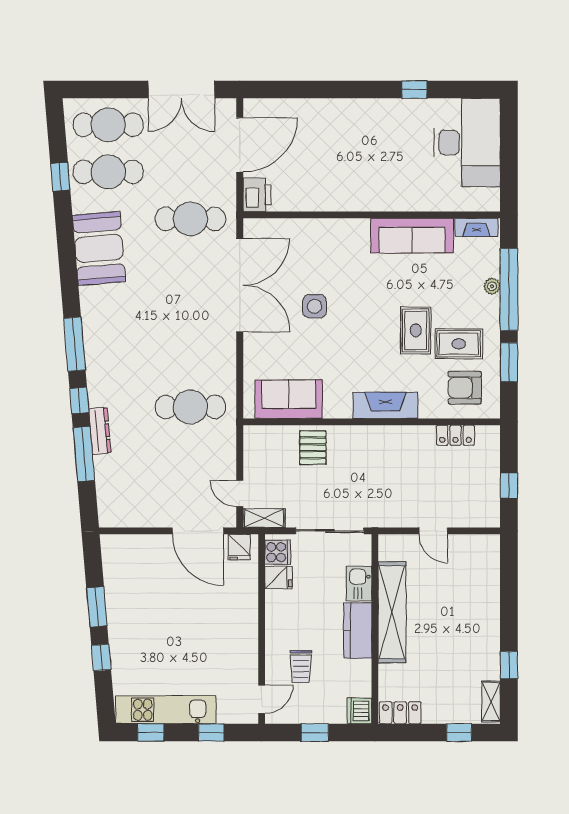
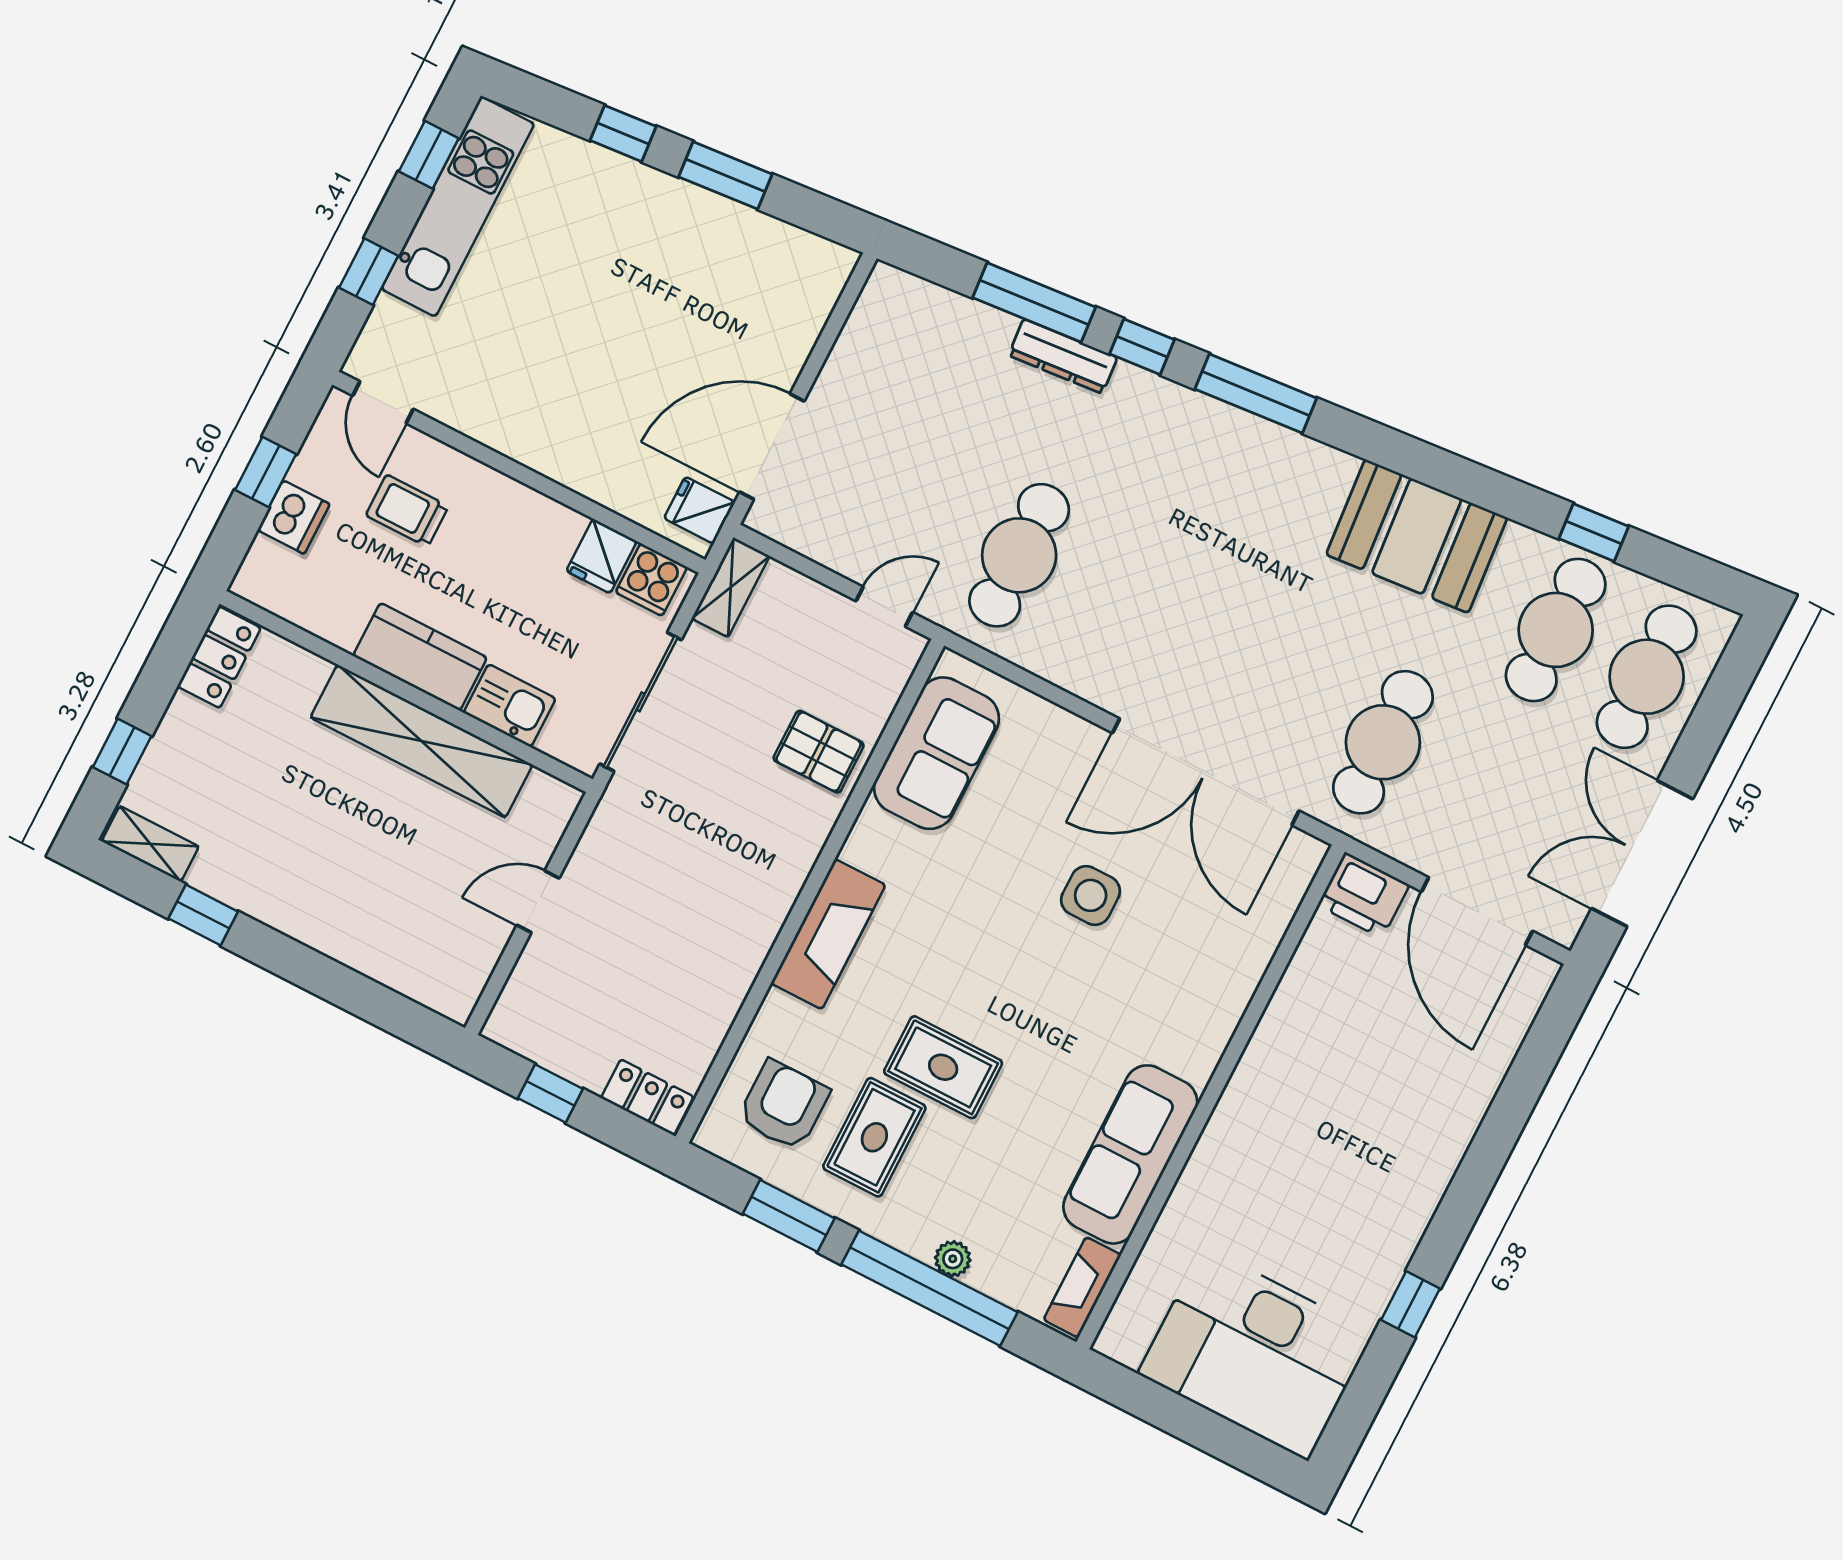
locker: (455, 435) -> (647, 1097), moved, turned 90
door: (240, 493) -> (884, 607), moved
dishwasher: (359, 711) -> (294, 517), moved, turned 90

